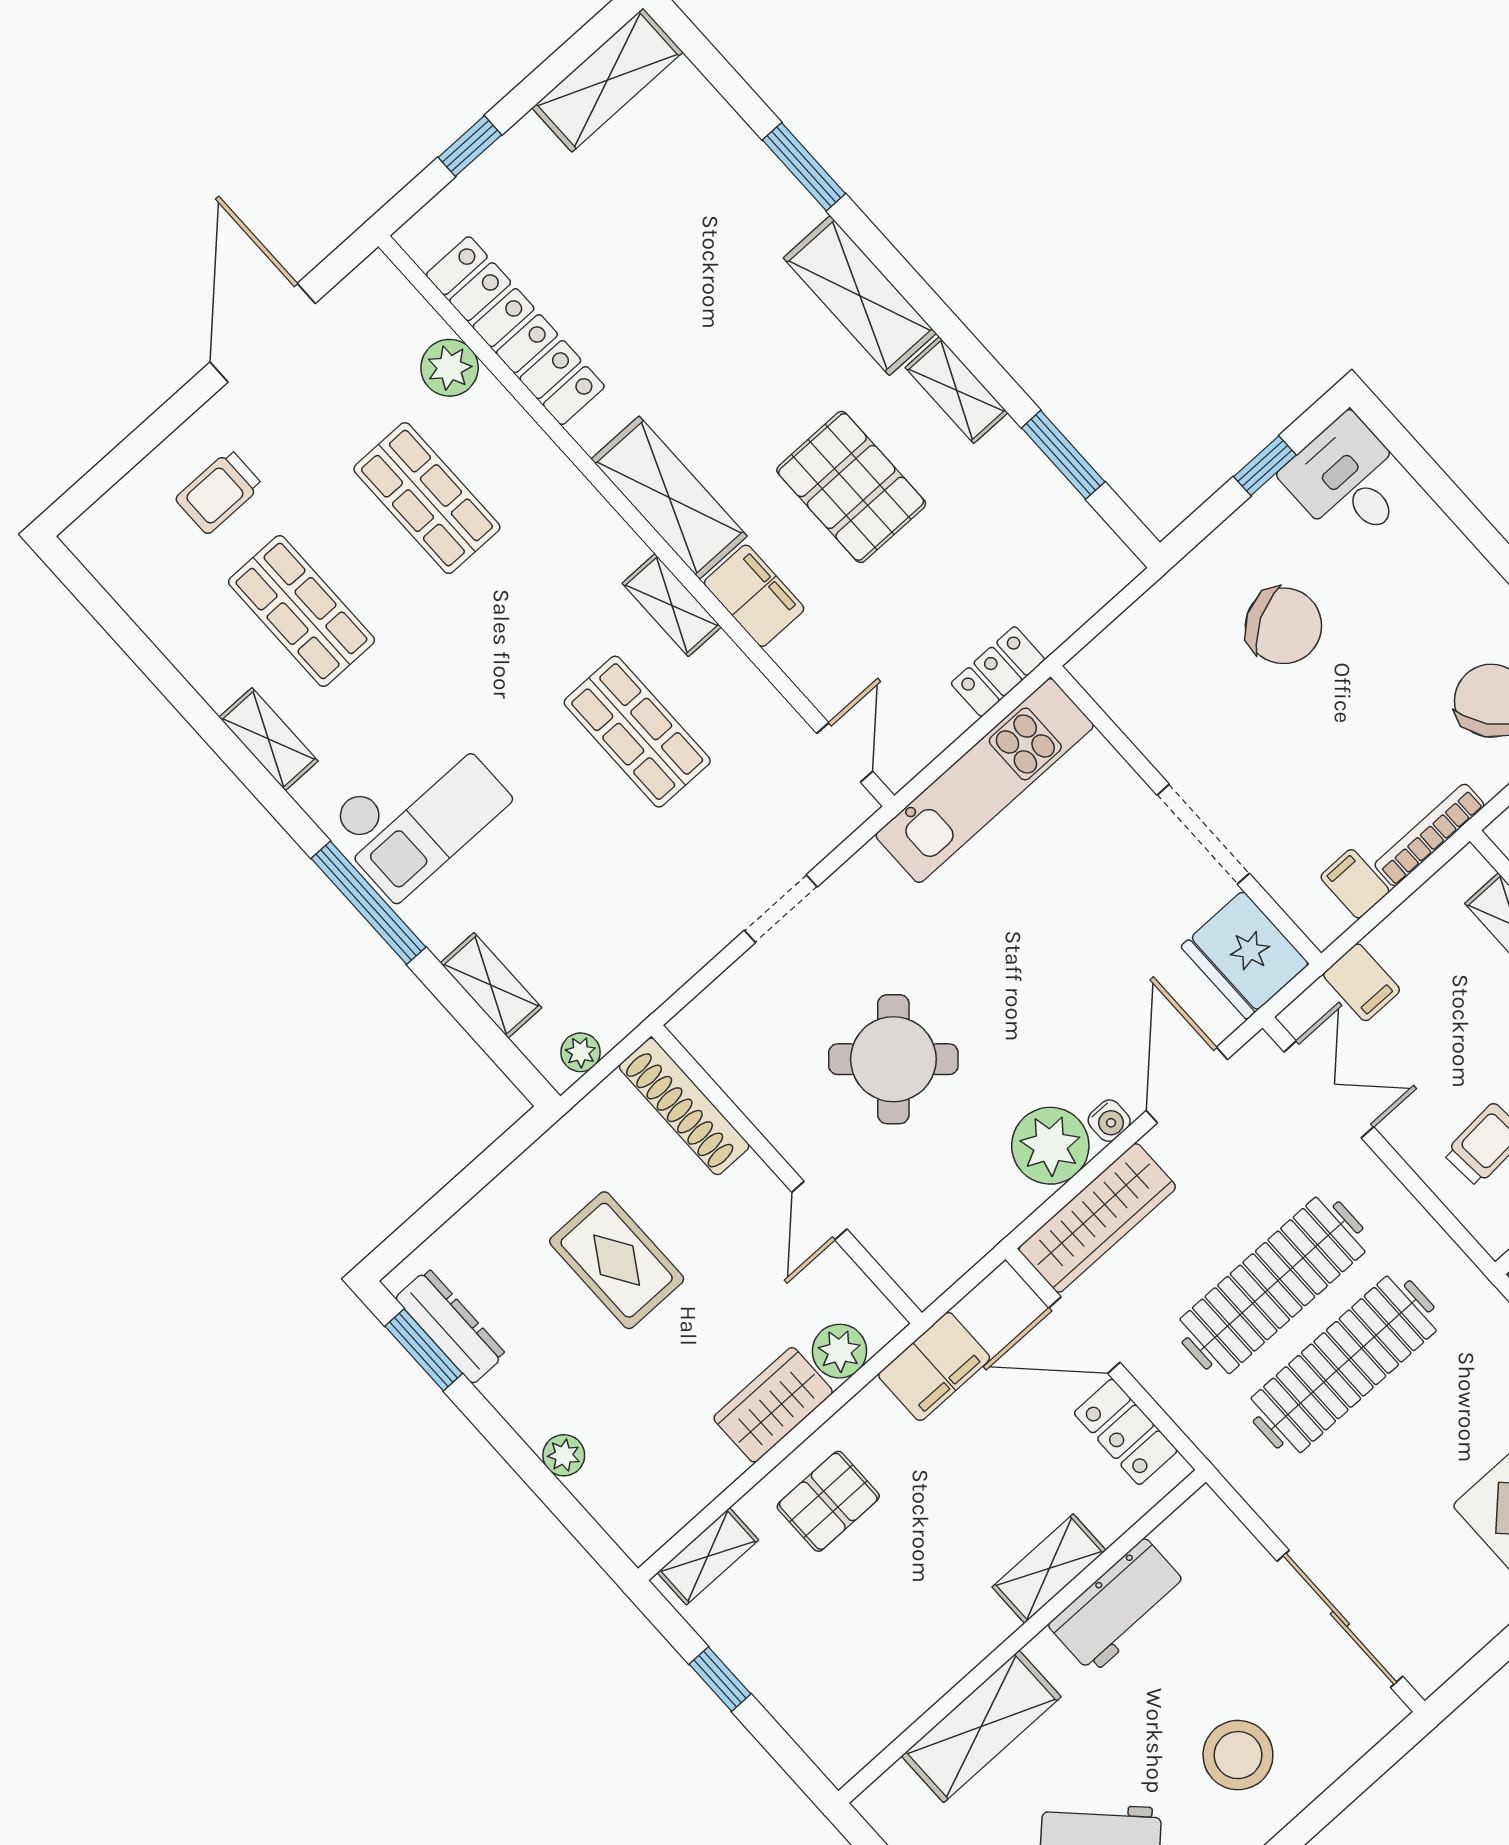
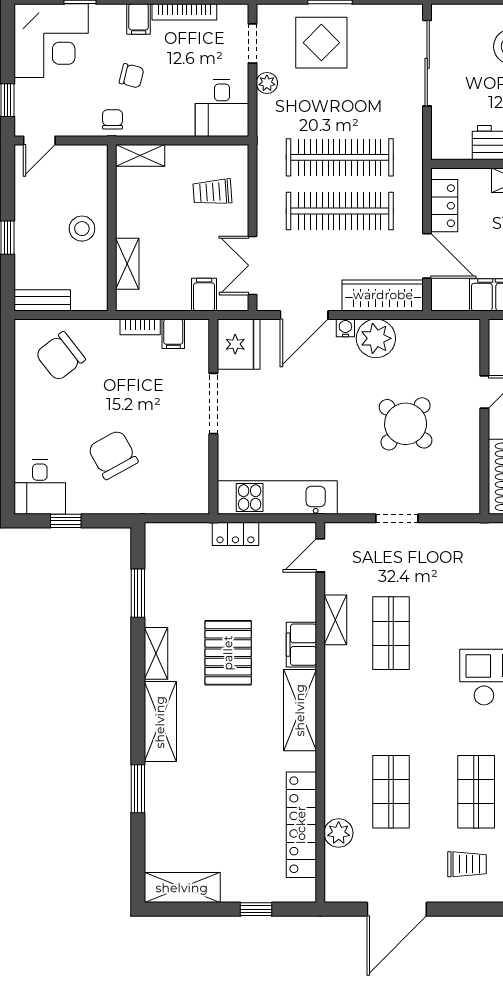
shelving: (672, 605) -> (335, 620), moved
bookcase: (1429, 835) -> (140, 327), width x0.64

